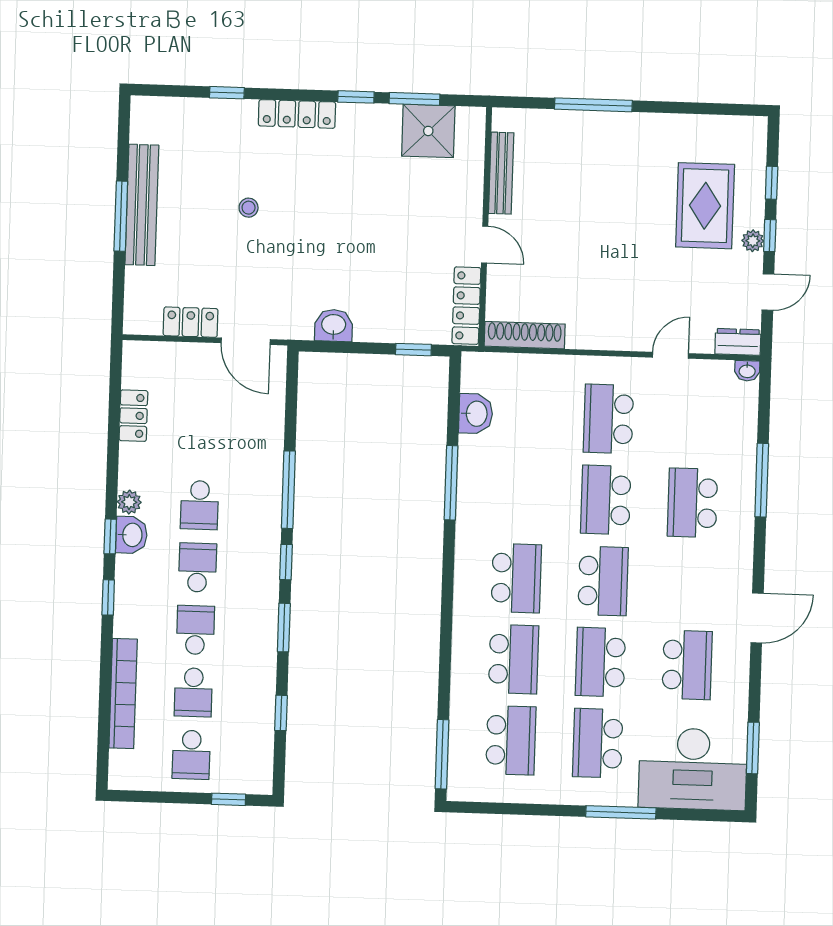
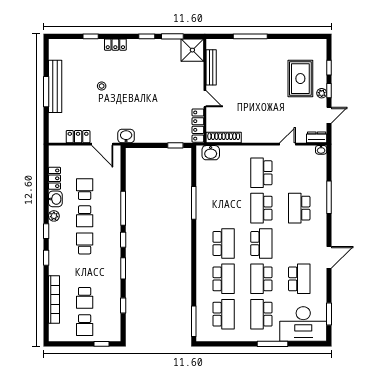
locker: (297, 114) -> (115, 45), width x0.66
shower: (428, 131) -> (192, 50), moved
washbasin: (334, 325) -> (126, 136), moved
washbasin: (476, 414) -> (211, 153), moved, turned 90
washbasin: (131, 535) -> (55, 199), moved
school desk: (195, 630) -> (85, 189), moved

